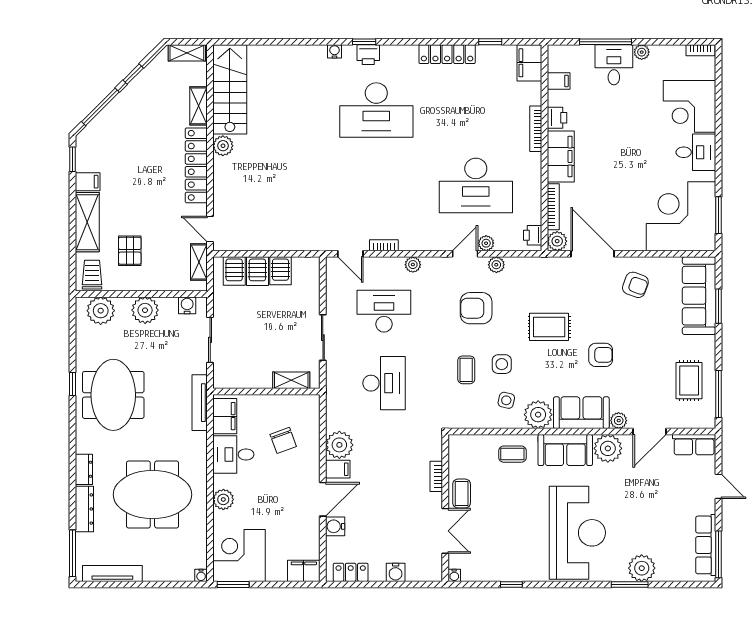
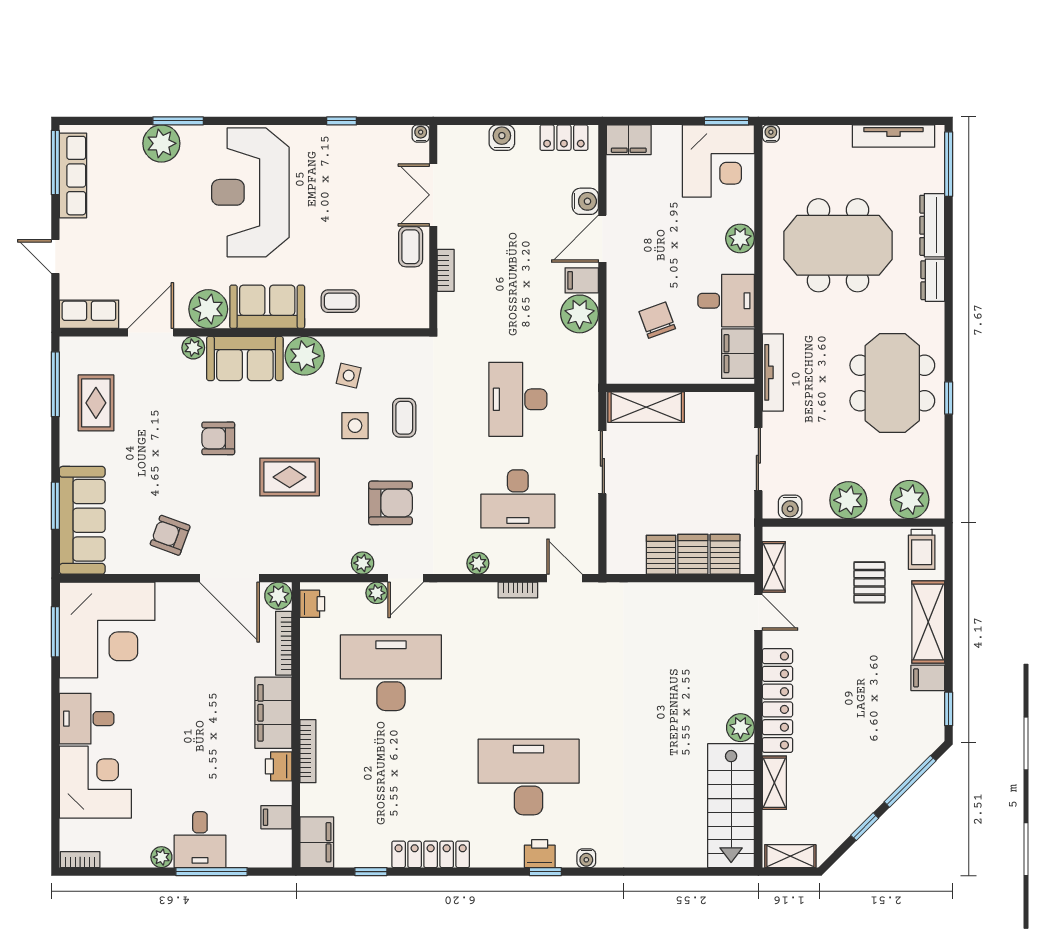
shelving: (291, 380) -> (646, 407), width x1.50, depth x1.33

